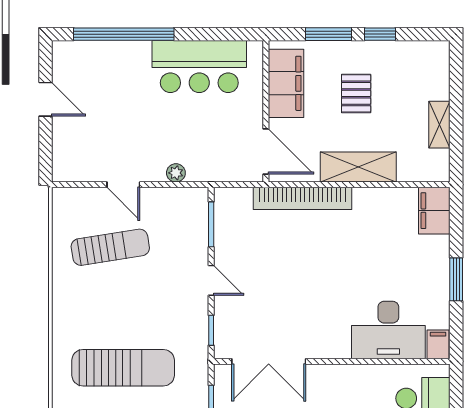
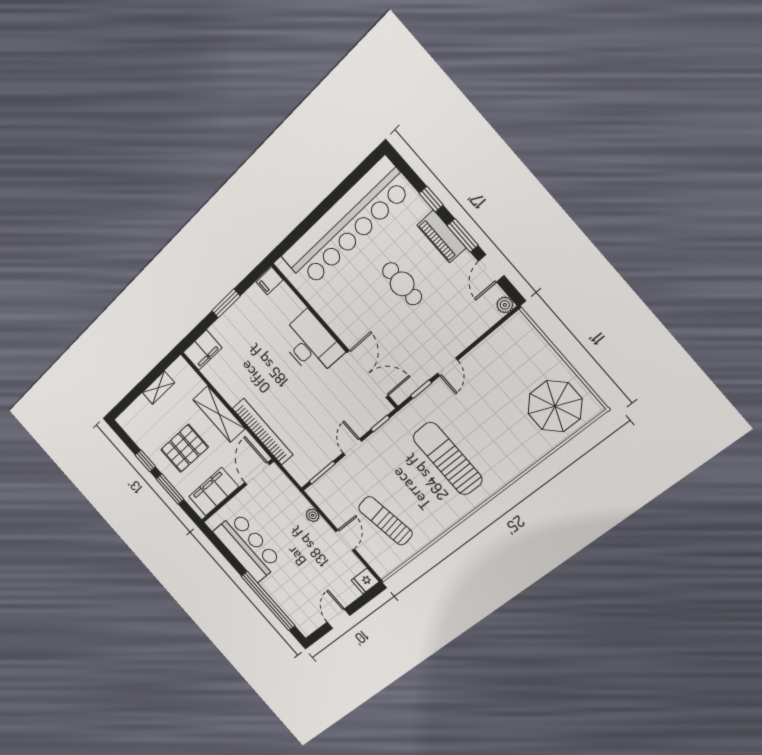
pallet: (356, 93) -> (184, 448), width x1.50, depth x1.42
fridge: (64, 167) -> (365, 581), added
desk: (388, 330) -> (311, 344), moved

